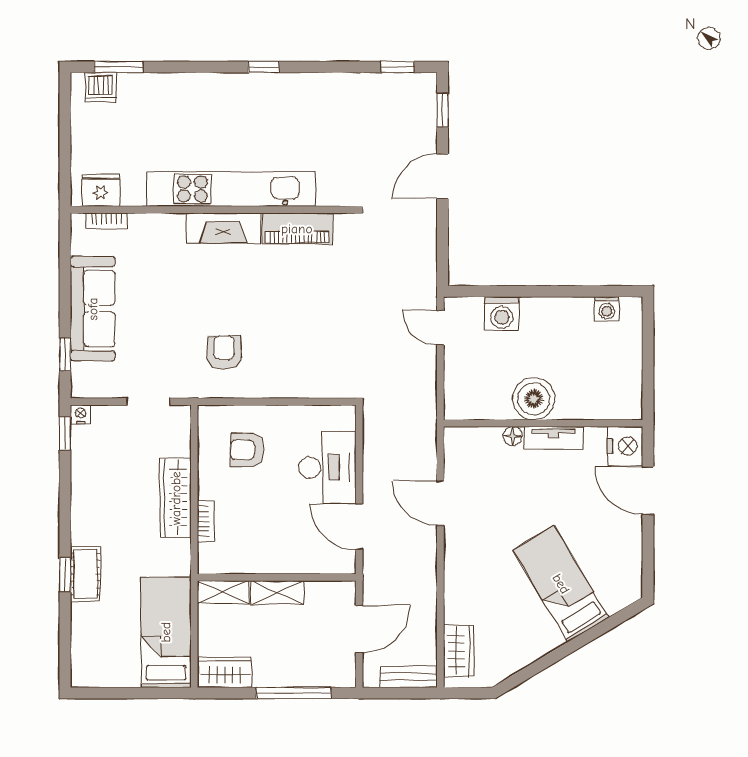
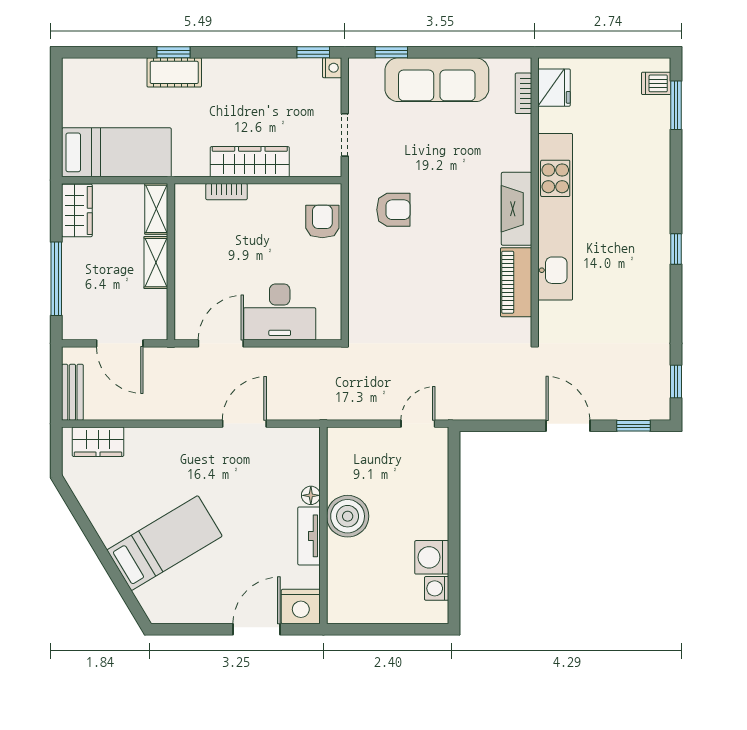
dishwasher: (101, 87) -> (656, 83), width x0.73
washing machine: (502, 314) -> (432, 557), moved
armchair: (247, 450) -> (322, 221), moved

